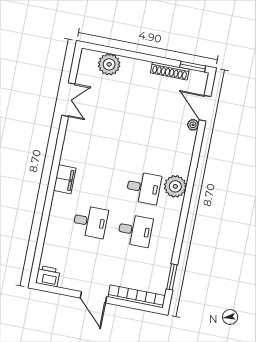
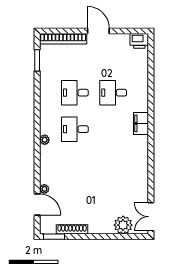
double door: (68, 100) -> (151, 217), moved
plant: (175, 186) -> (45, 140), width x0.53, depth x0.53

